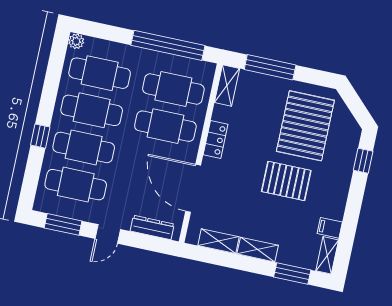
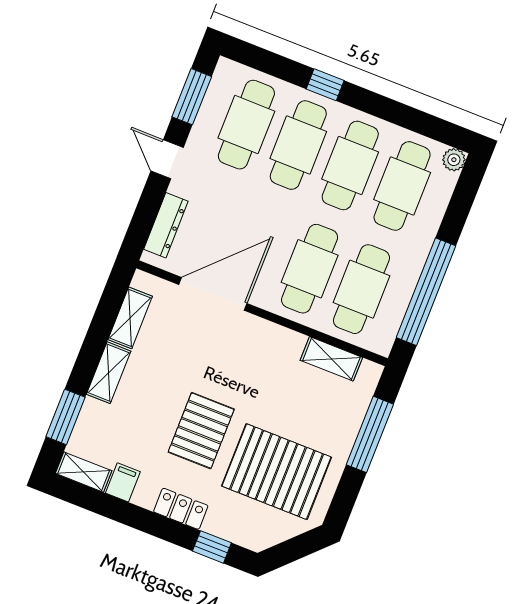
shelving: (227, 86) -> (331, 359), moved
locker: (216, 140) -> (181, 509), moved, turned 180

